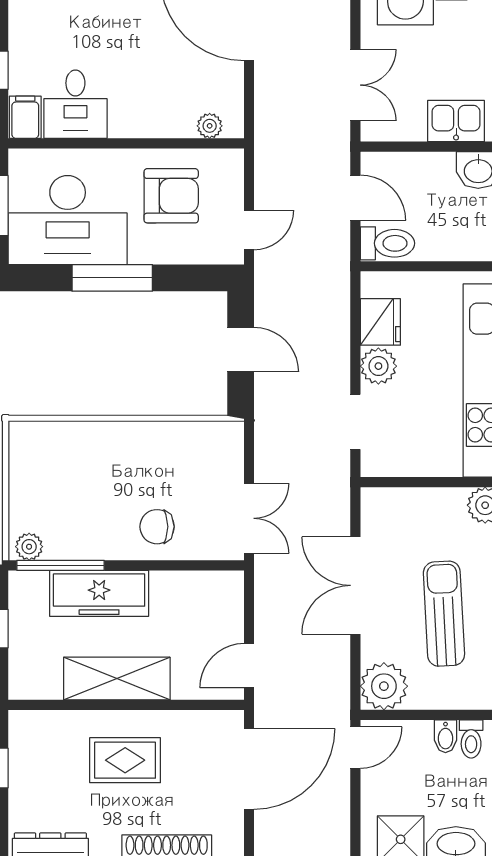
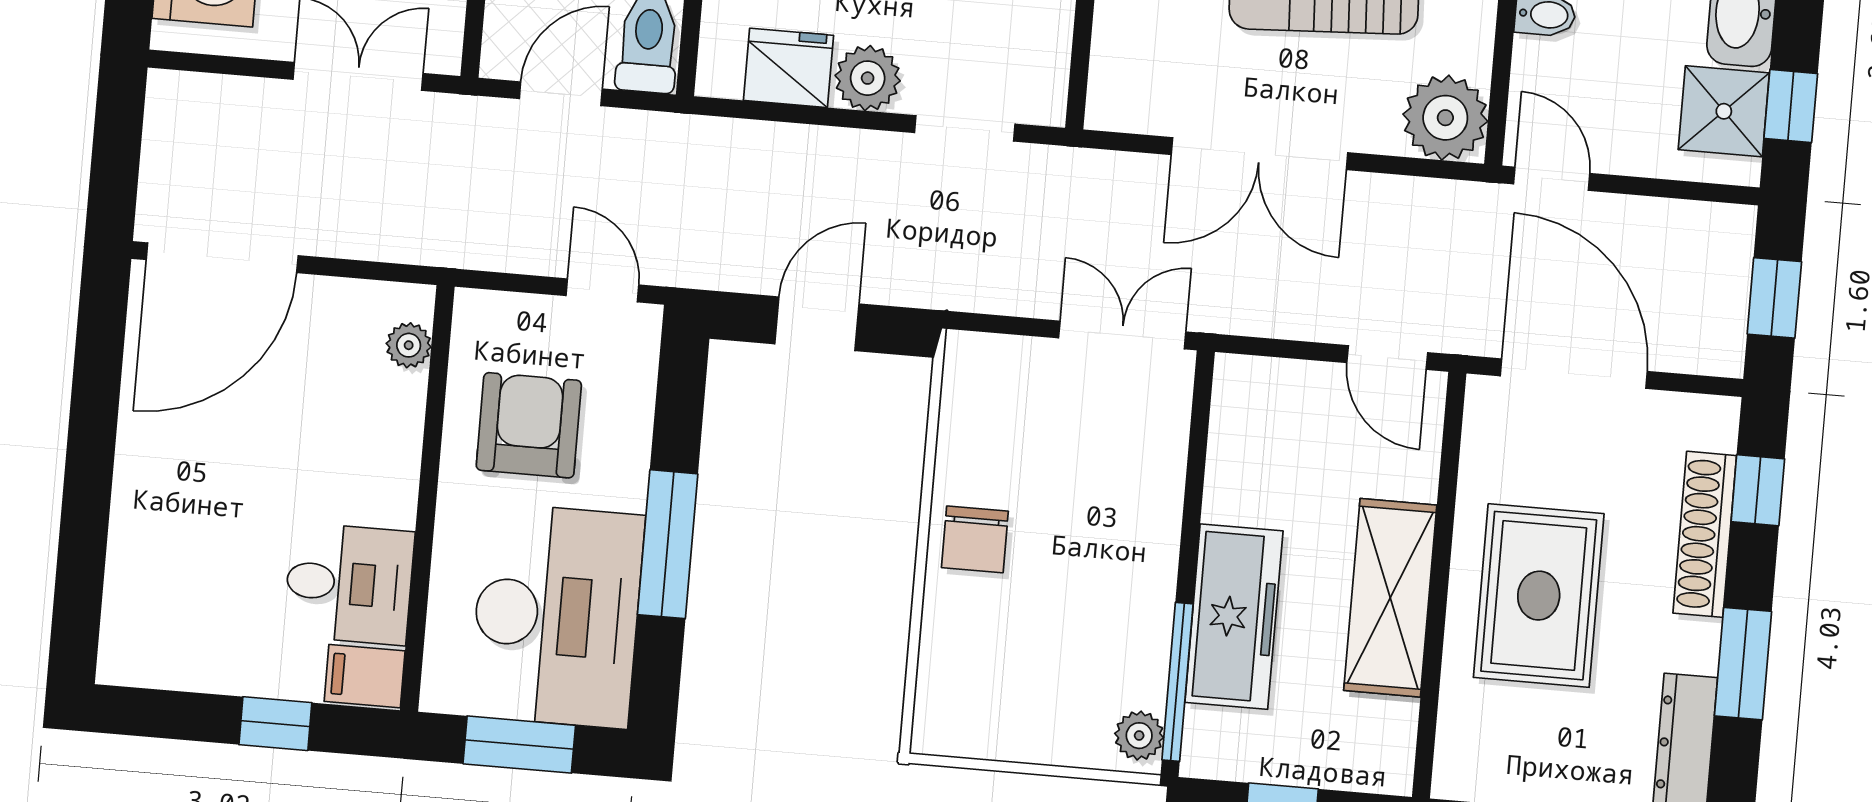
chair: (157, 527) -> (975, 539), moved
rug: (125, 760) -> (1539, 596), width x1.36, depth x1.43

